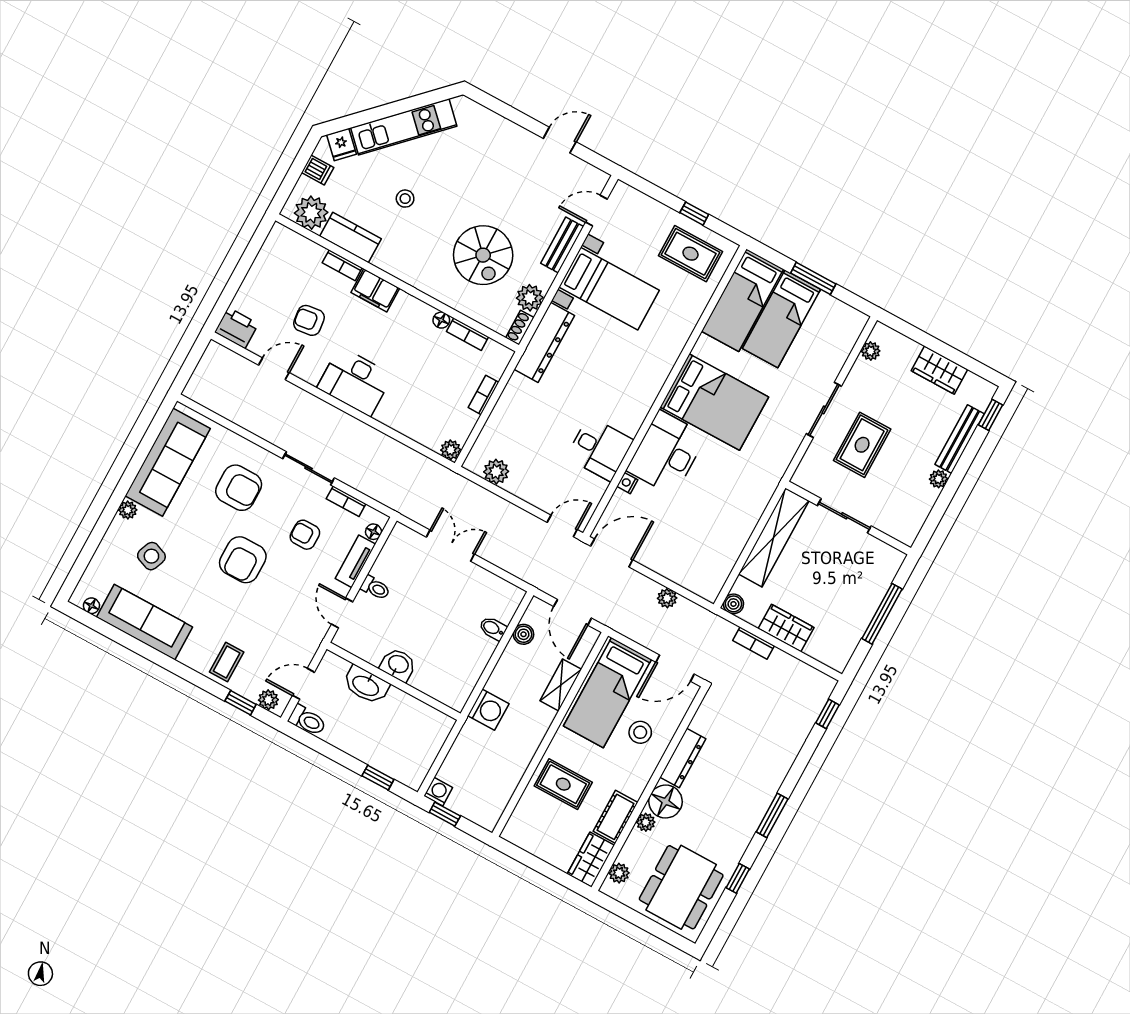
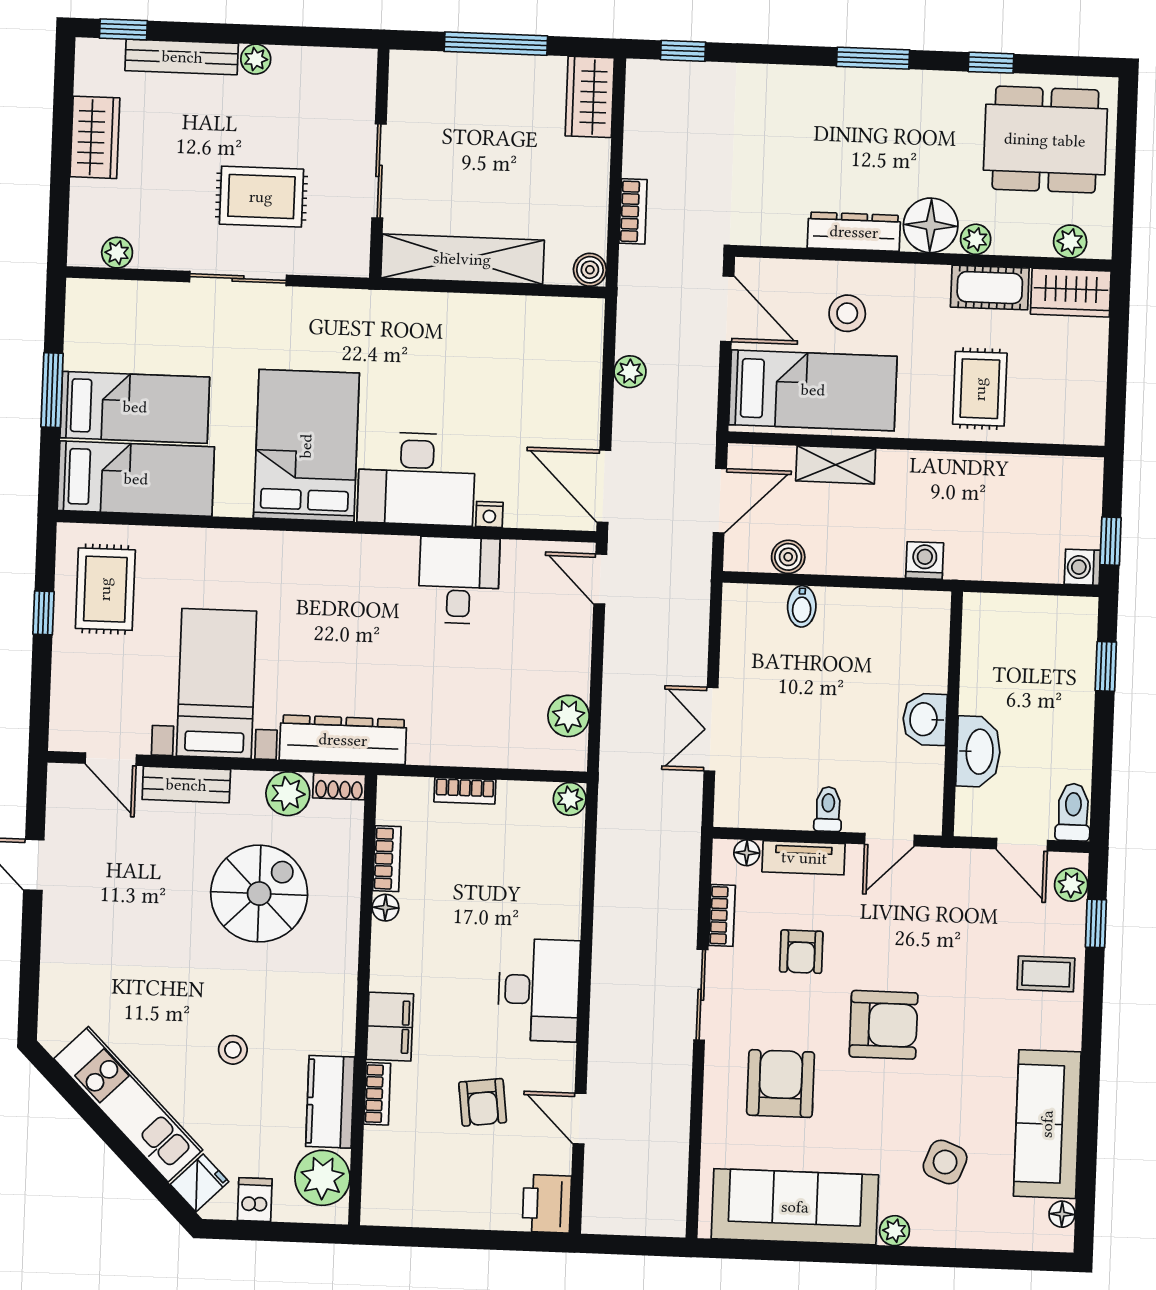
wardrobe: (786, 628) -> (590, 97), moved
washing machine: (488, 710) -> (925, 560), width x0.73, depth x0.73

